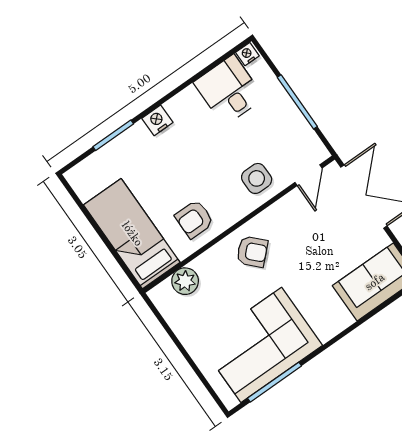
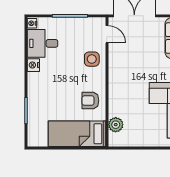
nightstand: (157, 120) -> (33, 65), moved
armchair: (194, 219) -> (90, 101), turned 90
armchair: (252, 252) -> (124, 85), removed

